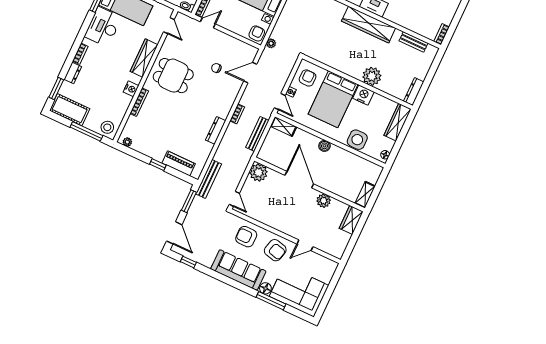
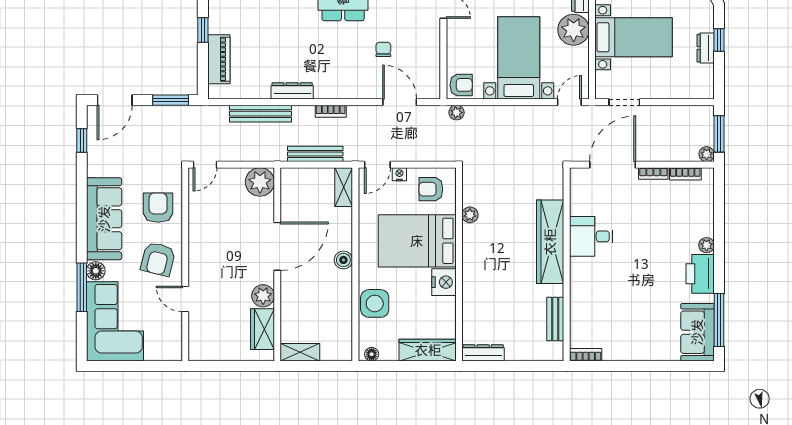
plant: (372, 76) -> (470, 215), moved, width x0.53, depth x0.53
armchair: (308, 78) -> (431, 189), turned 180
bench: (209, 179) -> (260, 114), moved
wardrobe: (351, 220) -> (262, 329), moved, turned -90

